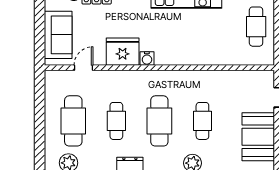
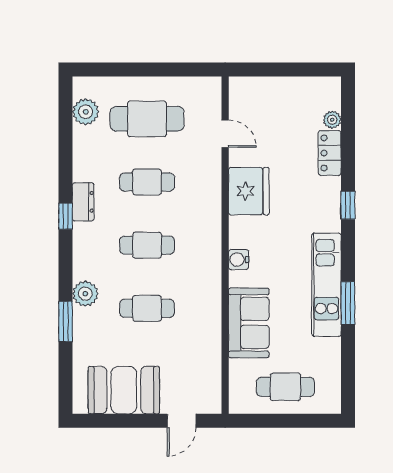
sofa: (58, 35) -> (249, 323), moved, turned -90
water cooler: (147, 59) -> (239, 260), moved
cafe table: (159, 121) -> (147, 245), width x0.73, depth x0.74

